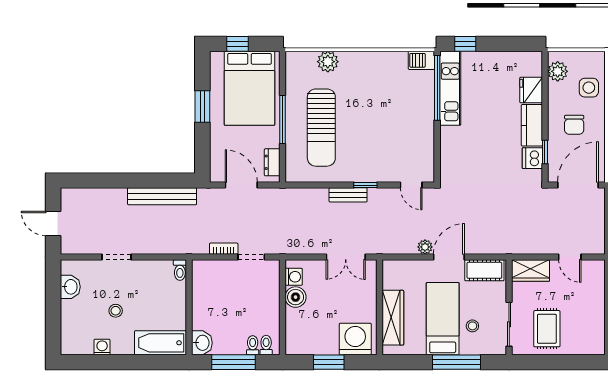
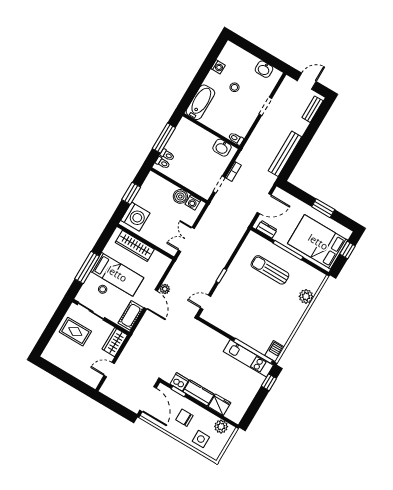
sun lounger: (321, 128) -> (270, 270), width x0.73, depth x0.75
bench: (348, 195) -> (312, 109), moved
washbasin: (202, 343) -> (222, 148), moved

